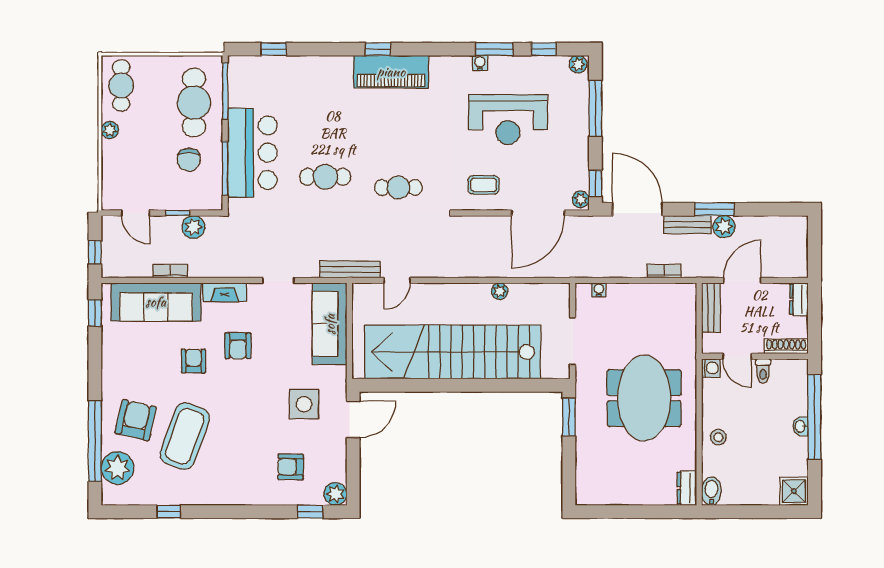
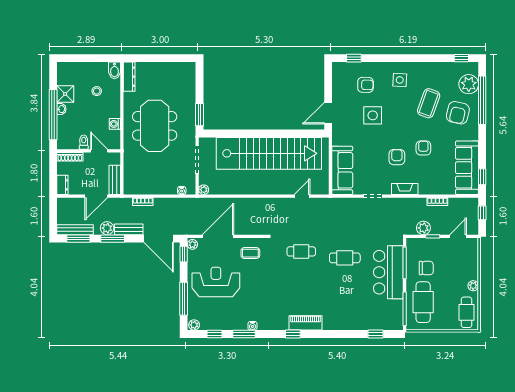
window: (378, 49) -> (293, 334), moved
piano: (391, 72) -> (306, 323), width x0.73, depth x0.75
reception desk: (508, 120) -> (216, 282), moved
chair: (189, 160) -> (426, 268), turned 90
window: (772, 209) -> (78, 239), added
door: (136, 213) -> (458, 236), hinge flipped
bench: (350, 269) -> (75, 230), moved
plant: (500, 291) -> (204, 190), moved
sofa: (156, 302) -> (467, 168), moved, turned -90
armchair: (193, 361) -> (423, 148), turned 180
washing machine: (711, 368) -> (115, 124), moved
side table: (304, 404) -> (373, 115), moved
coffee table: (185, 436) -> (429, 103), width x0.73, depth x0.76
stool: (718, 437) -> (97, 91), moved
side table: (233, 475) -> (400, 80), added
dresser: (687, 488) -> (129, 77), width x1.44
shower: (794, 491) -> (65, 94), moved
plant: (335, 494) -> (339, 69), removed
window: (169, 512) -> (461, 58), moved

